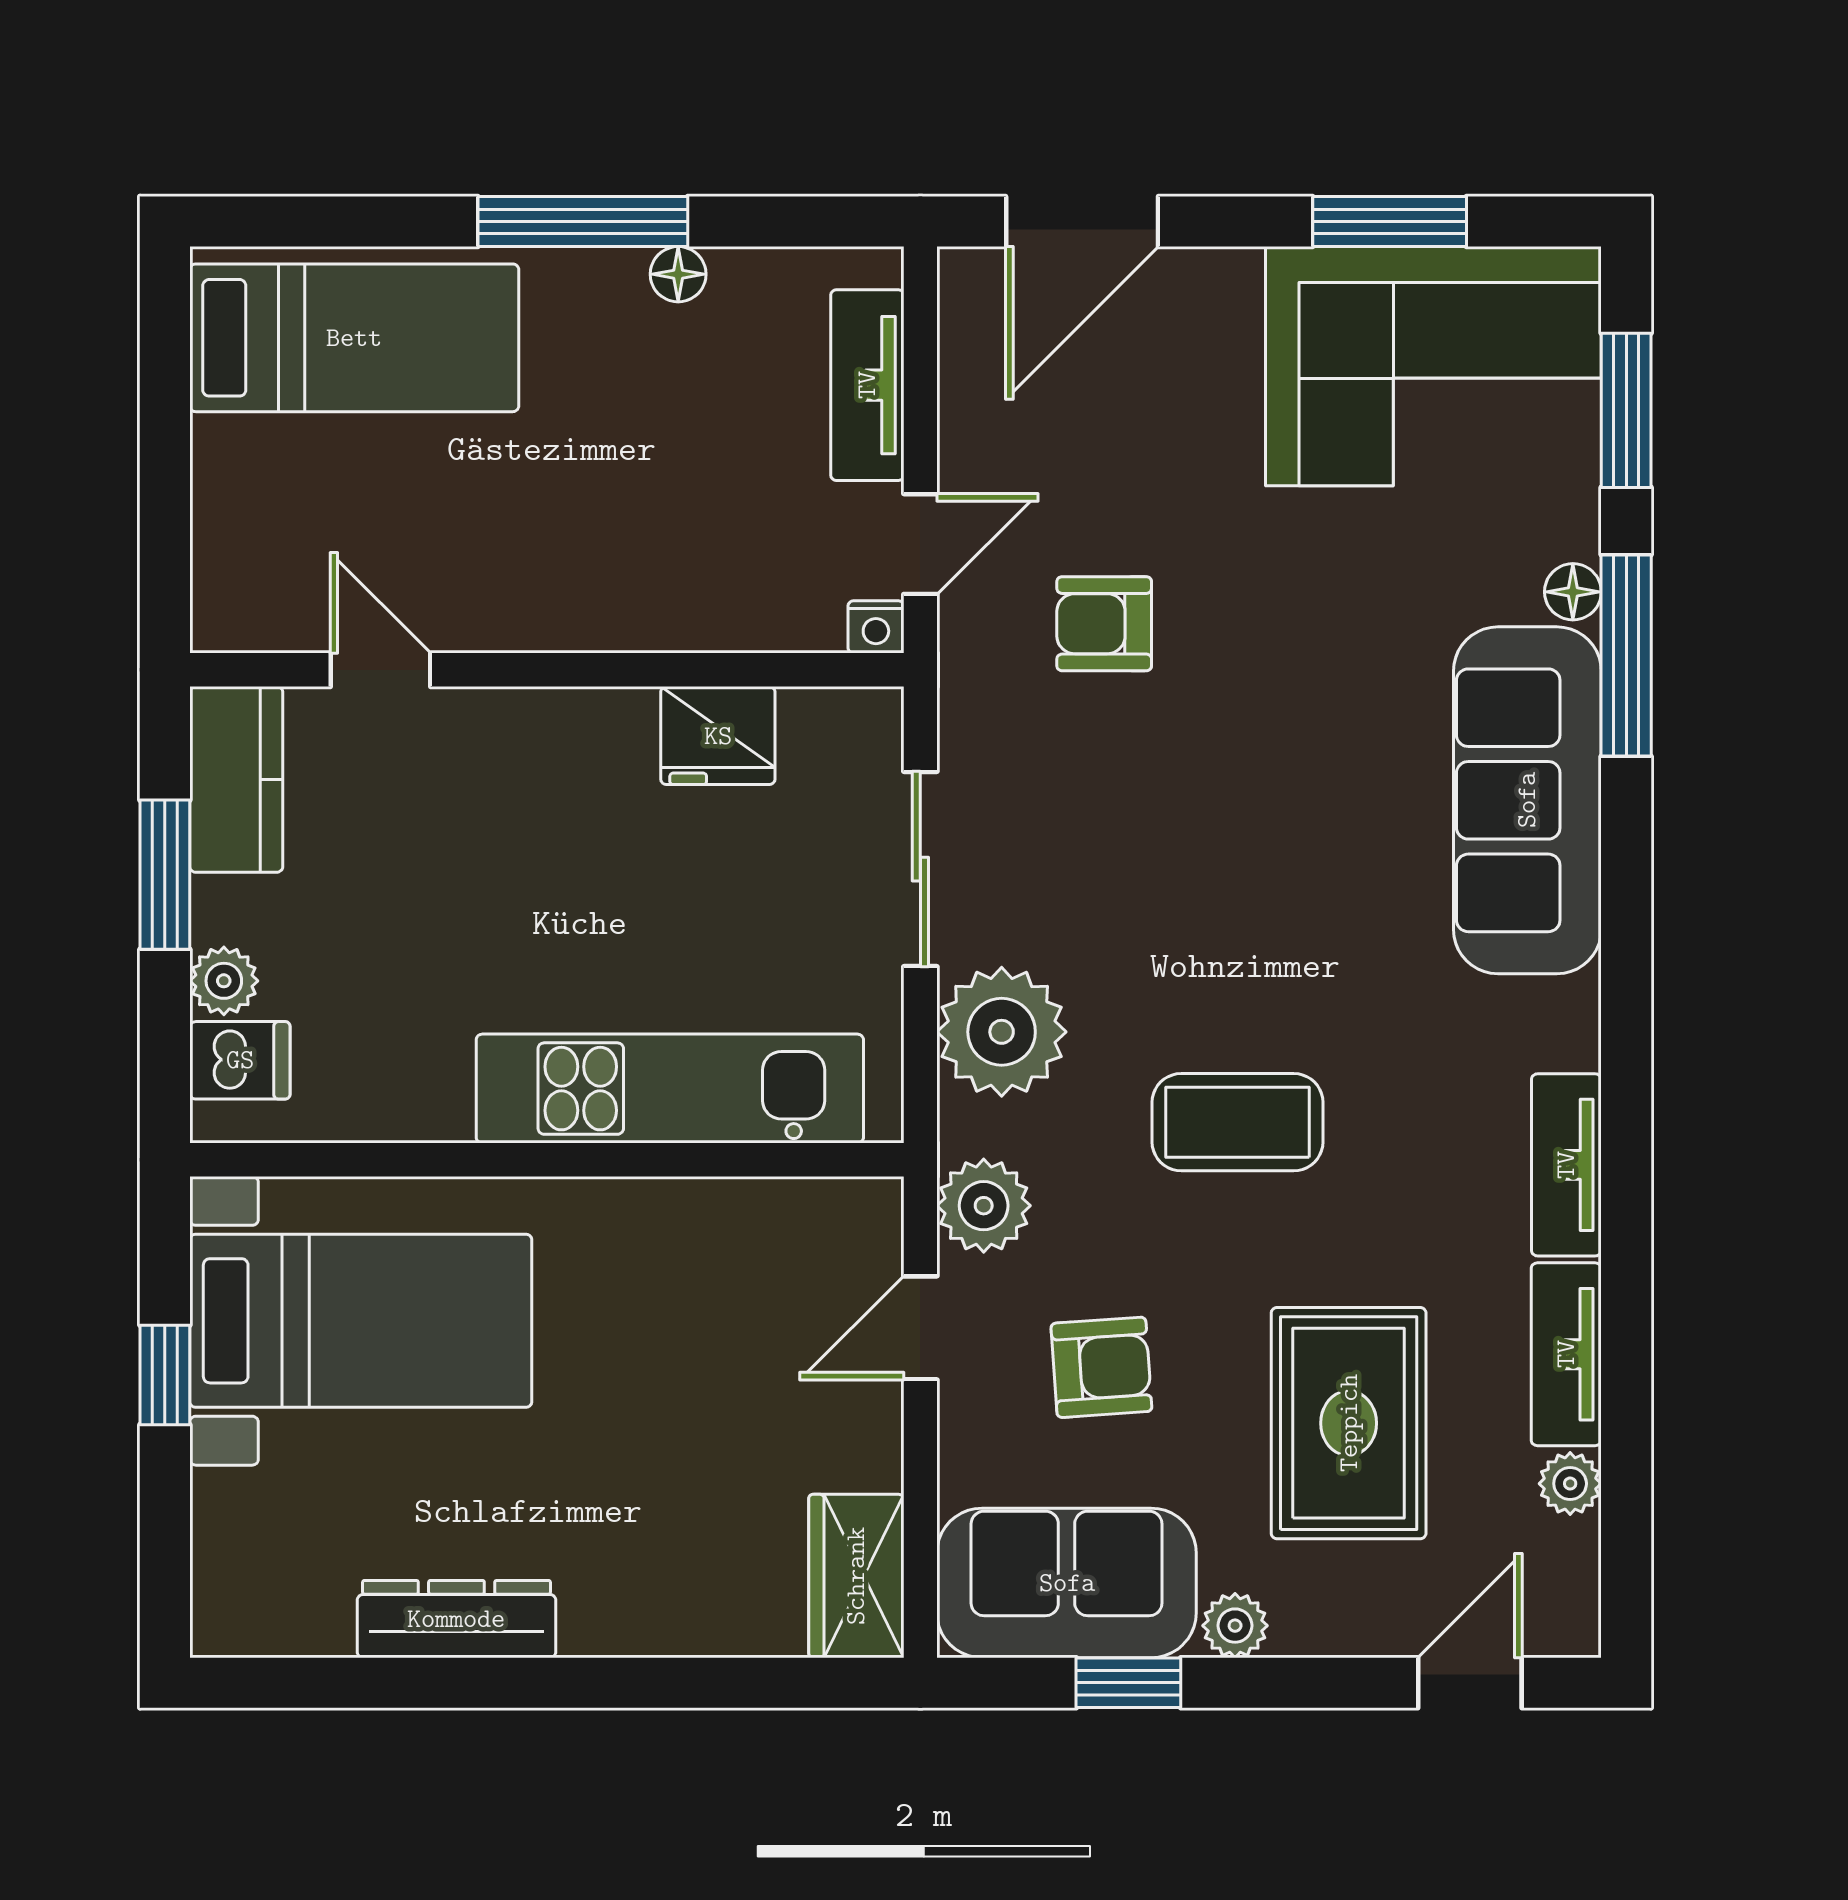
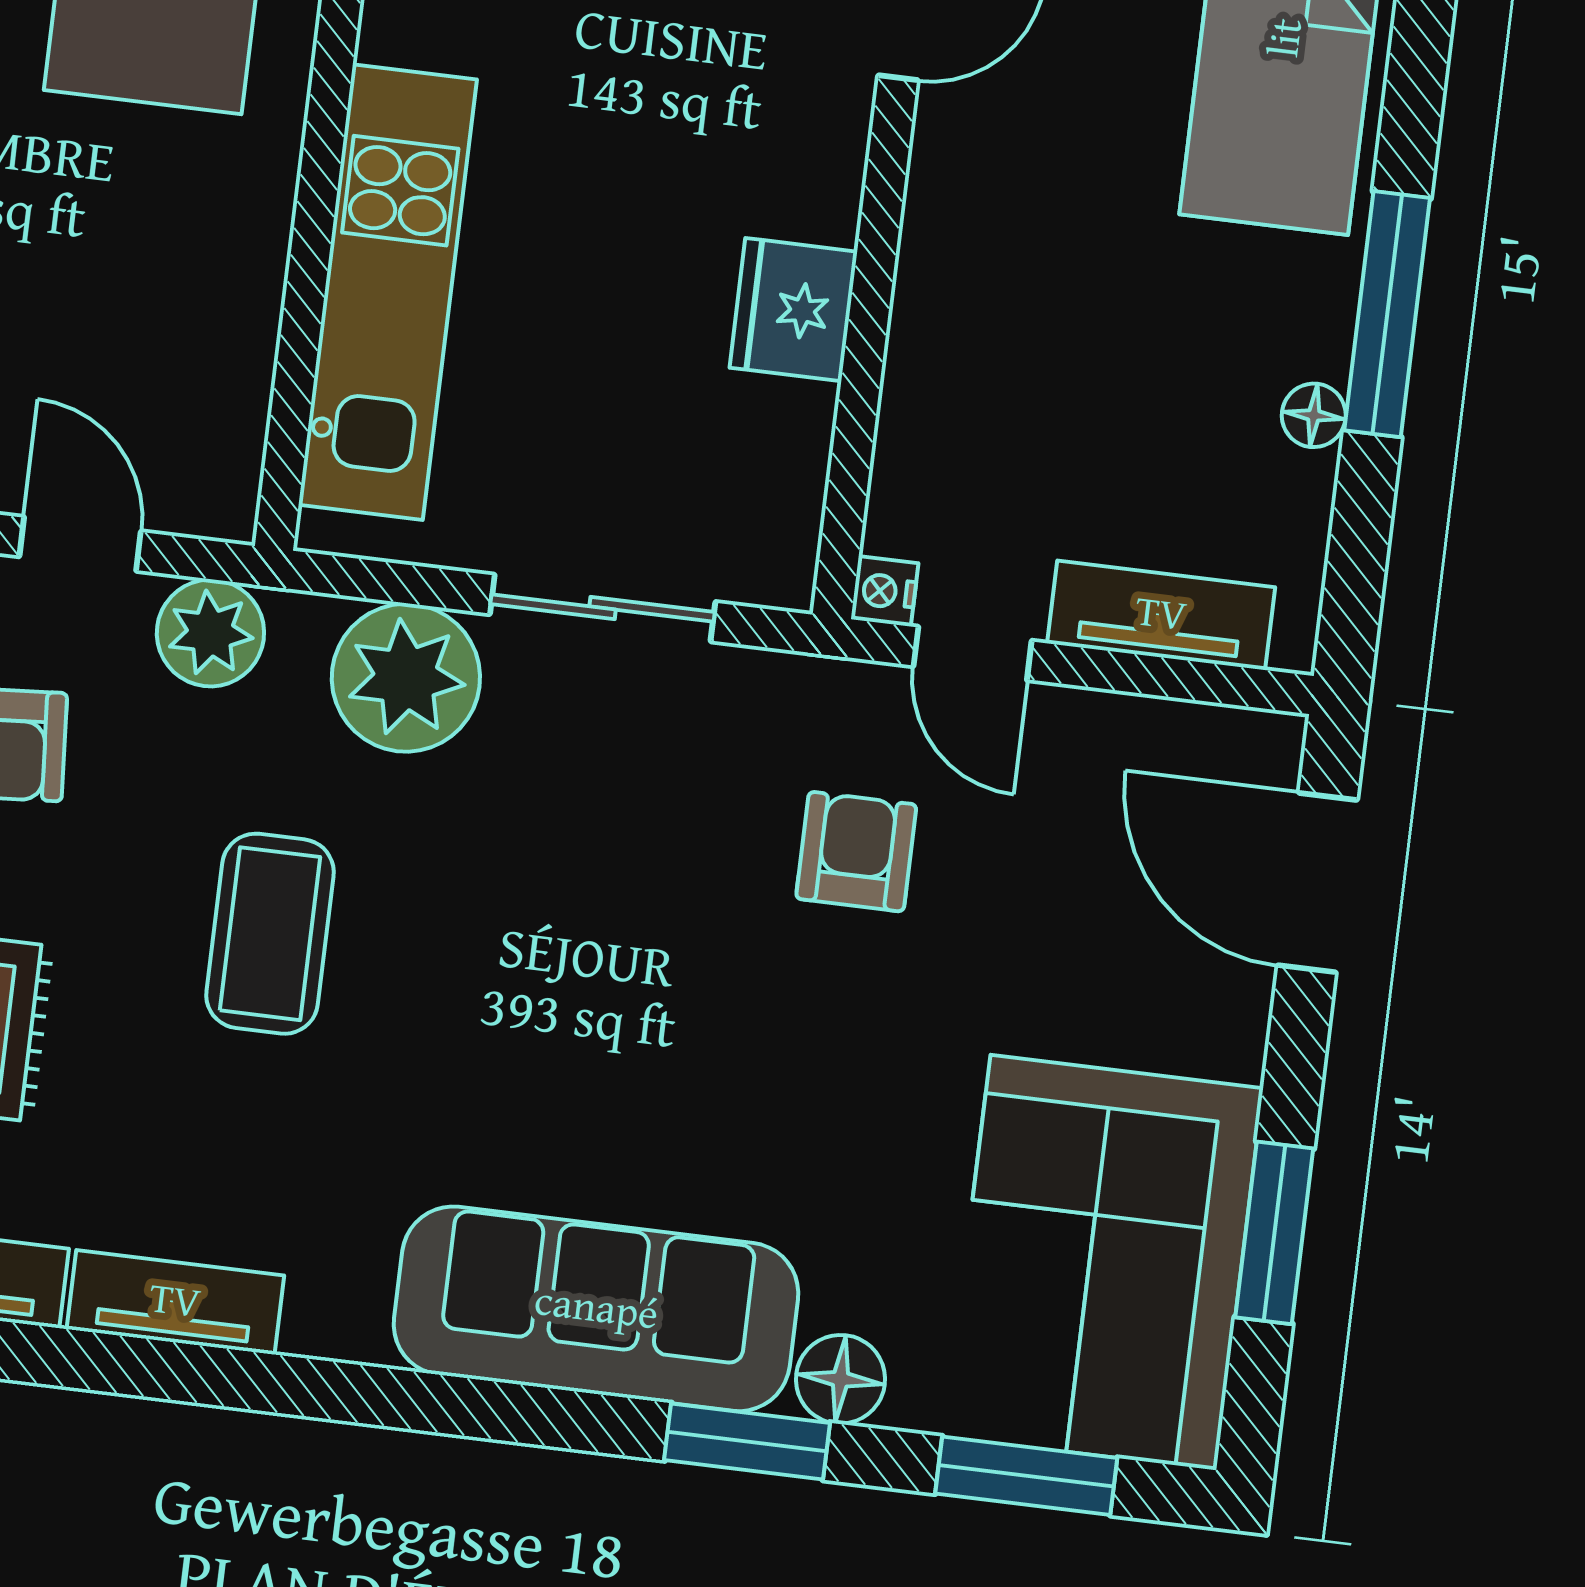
floor lamp: (1573, 592) -> (841, 1379), width x1.37, depth x1.37
window: (1626, 655) -> (747, 1441), width x0.69
fridge: (718, 736) -> (793, 310), moved

